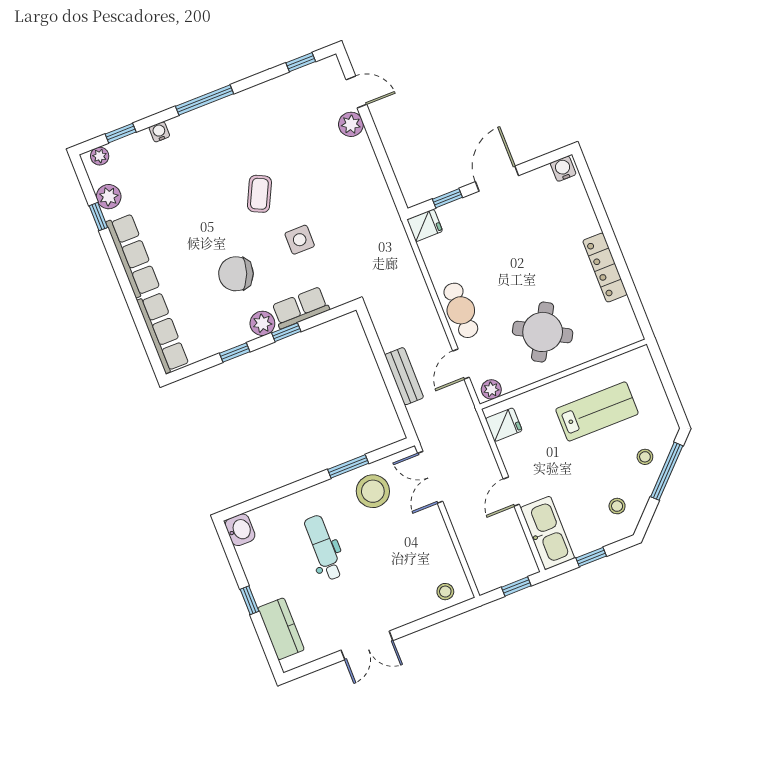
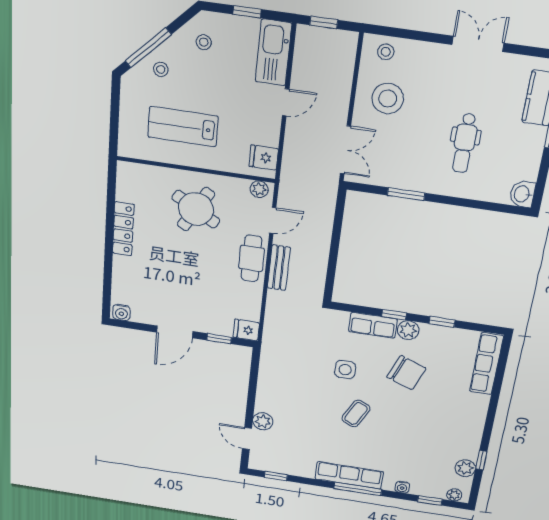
row of seats: (133, 255) -> (349, 475), moved, turned 90
bench: (404, 376) -> (279, 268), moved
stool: (373, 491) -> (388, 99), moved

